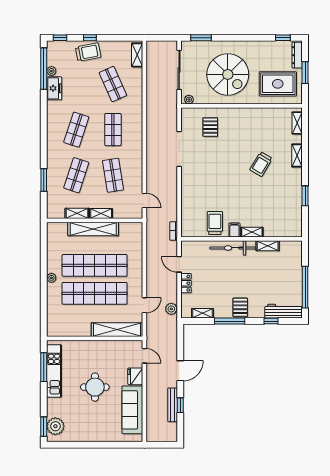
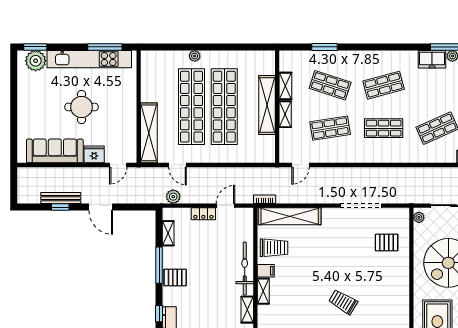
shop shelf: (76, 130) -> (384, 85), turned -33
shelving: (188, 210) -> (290, 216), added
plant: (51, 278) -> (195, 56), moved
kitchen unit: (54, 371) -> (89, 59), width x1.36

